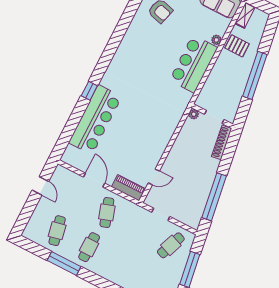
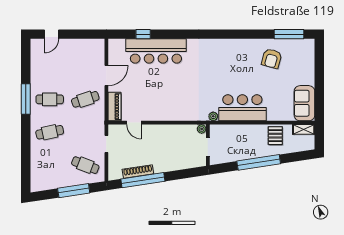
plant: (216, 40) -> (213, 116), moved
window: (89, 91) -> (143, 34), moved
shoe rack: (222, 142) -> (138, 171), moved
door: (40, 186) -> (51, 34), moved
cafe table: (57, 231) -> (50, 132), moved
window: (64, 263) -> (26, 99), moved

